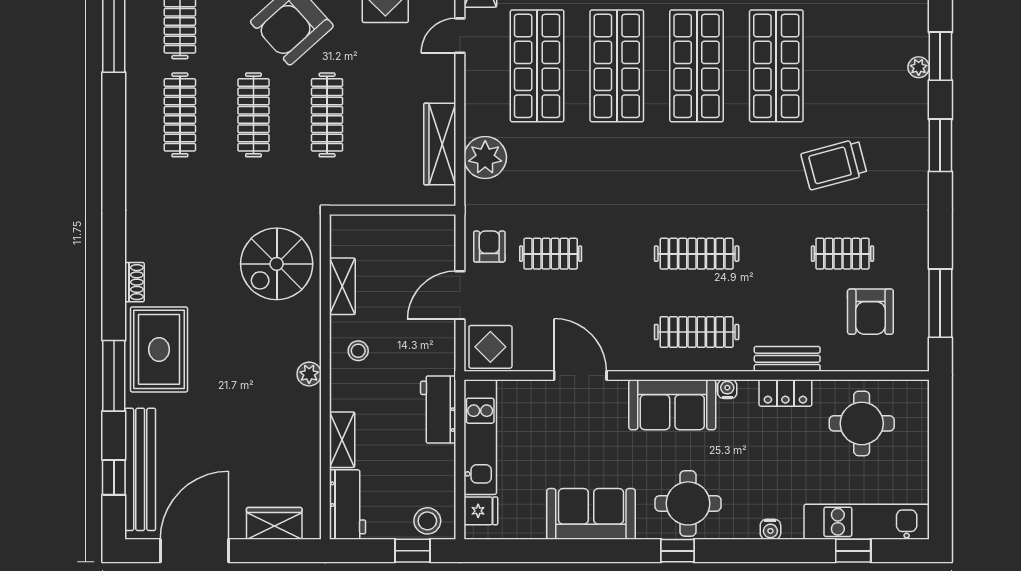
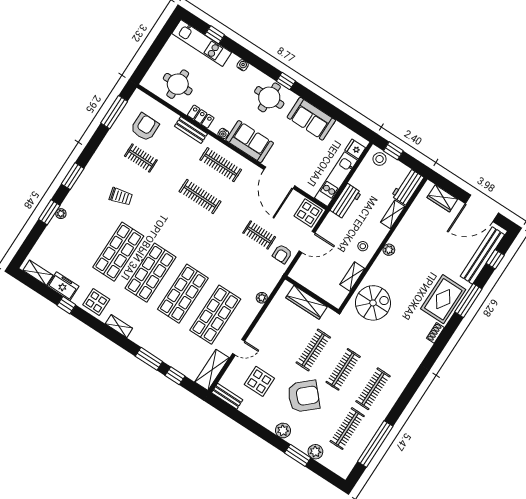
wardrobe: (440, 144) -> (307, 302), moved, turned 90
plant: (485, 157) -> (262, 298), width x0.53, depth x0.53
trolley: (834, 164) -> (121, 196), width x0.73, depth x0.72
door: (580, 375) -> (279, 178), width x1.36

